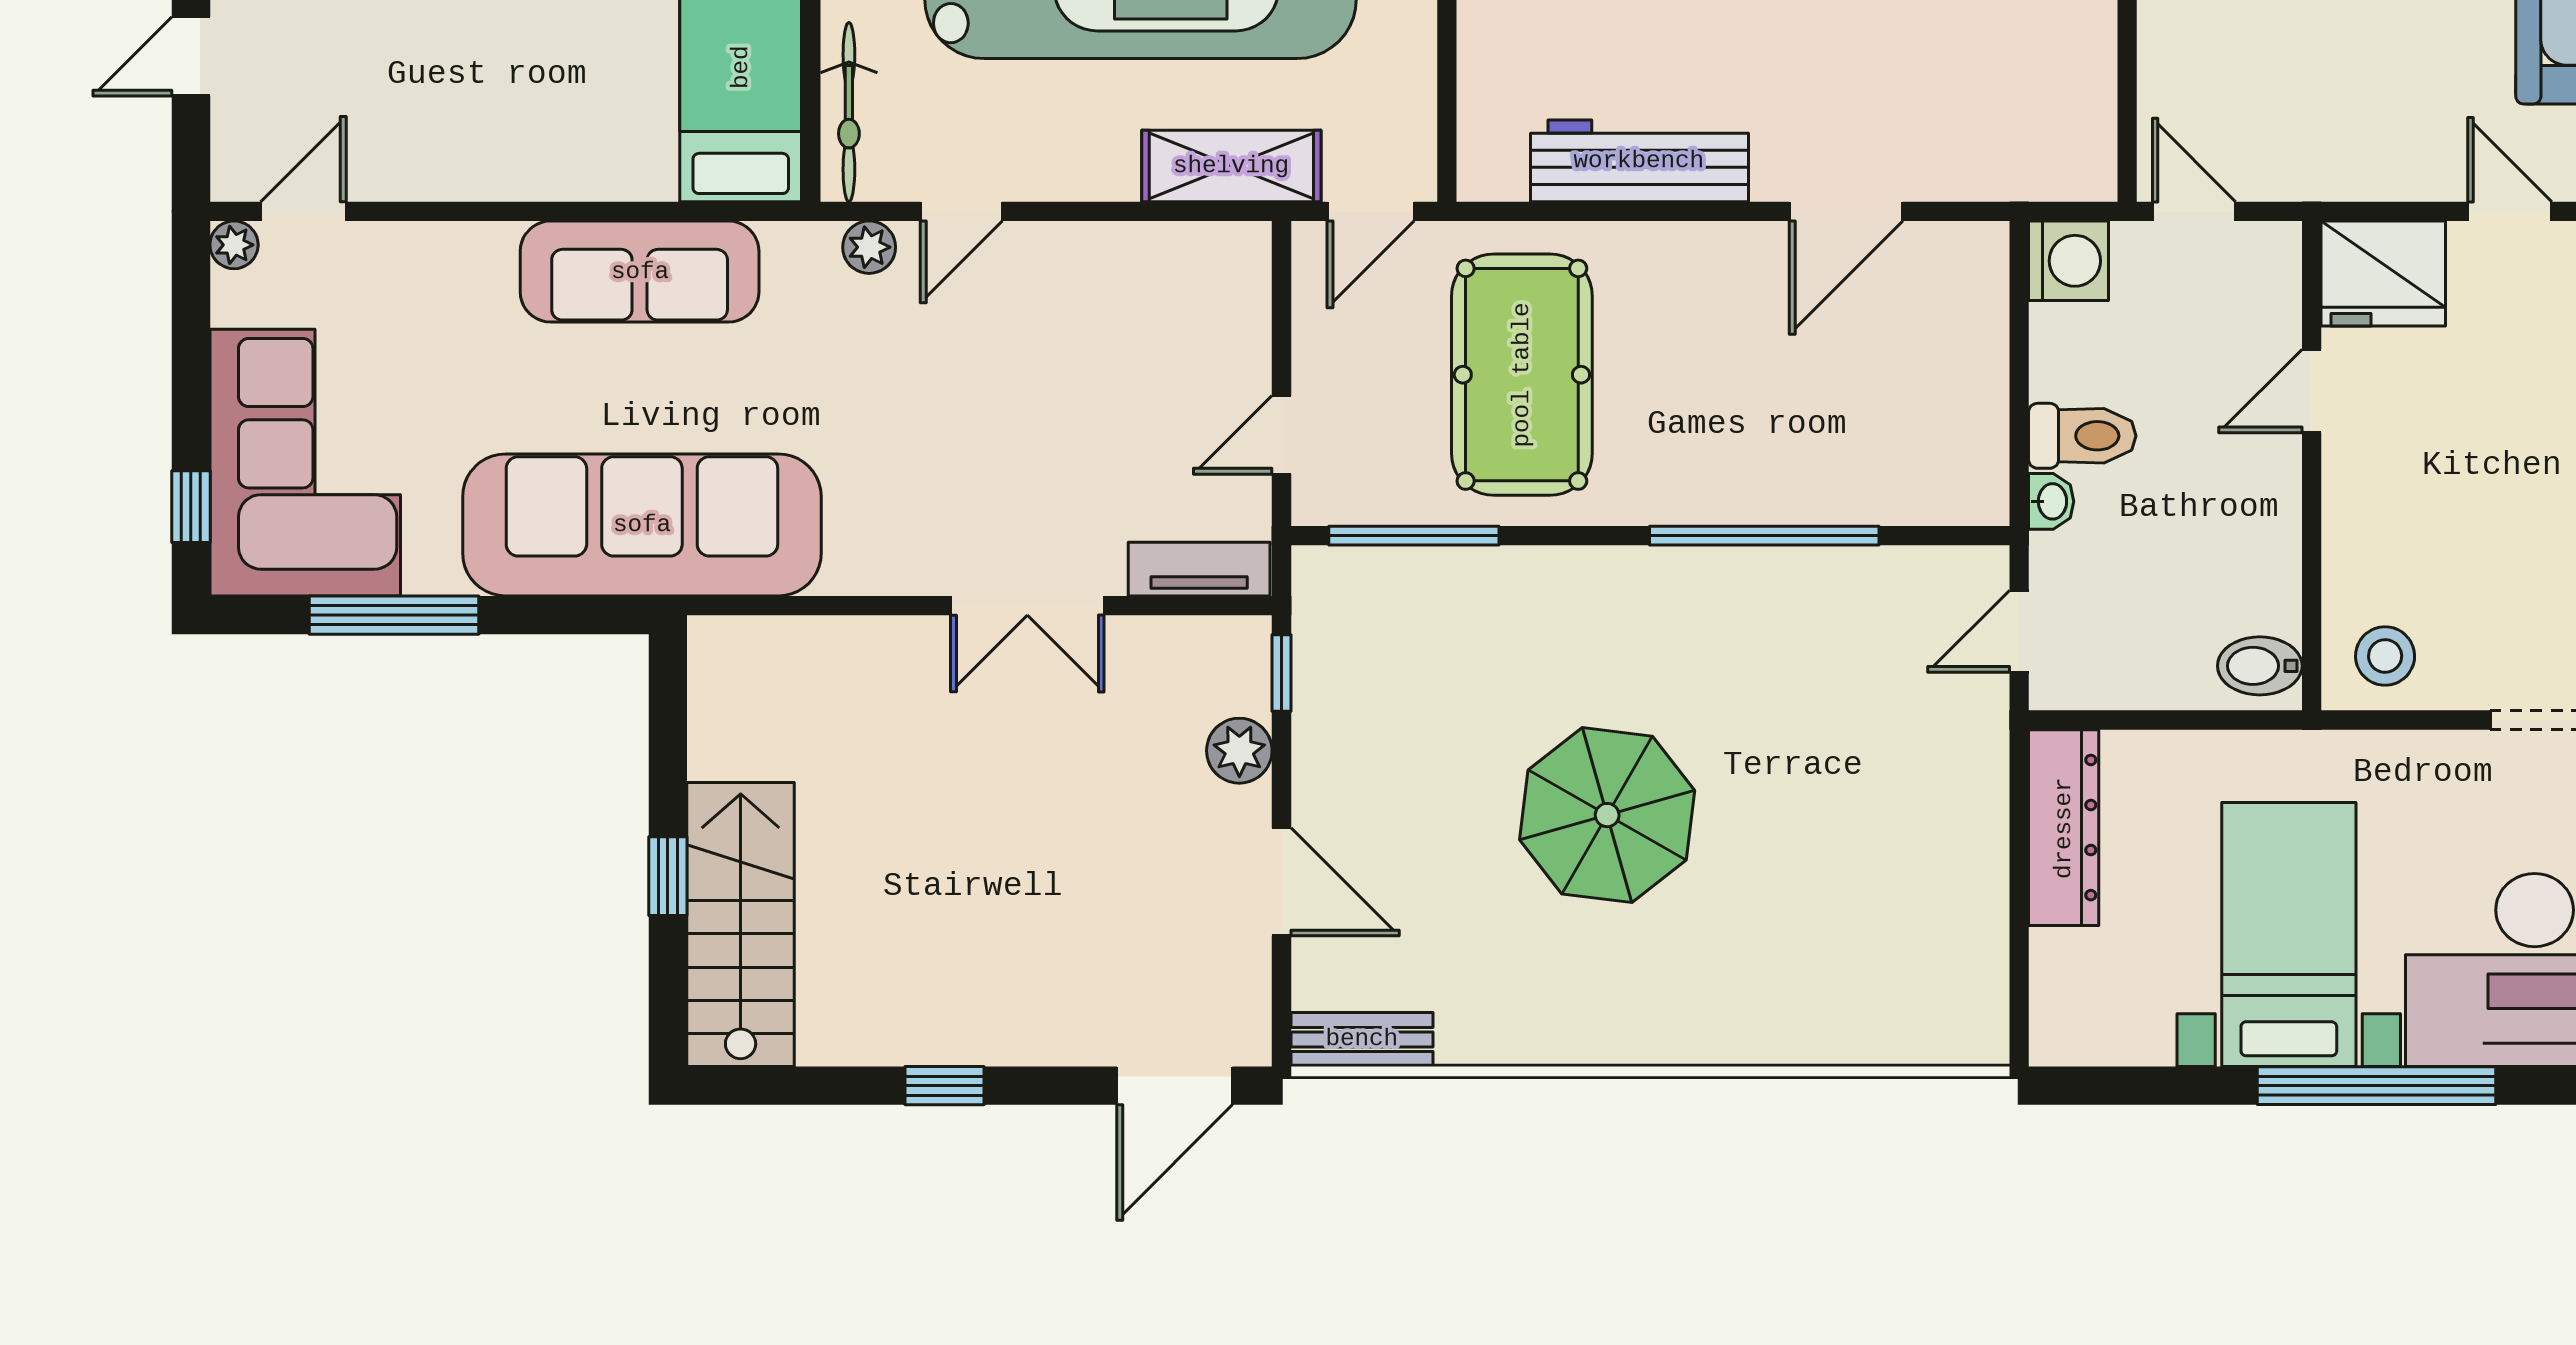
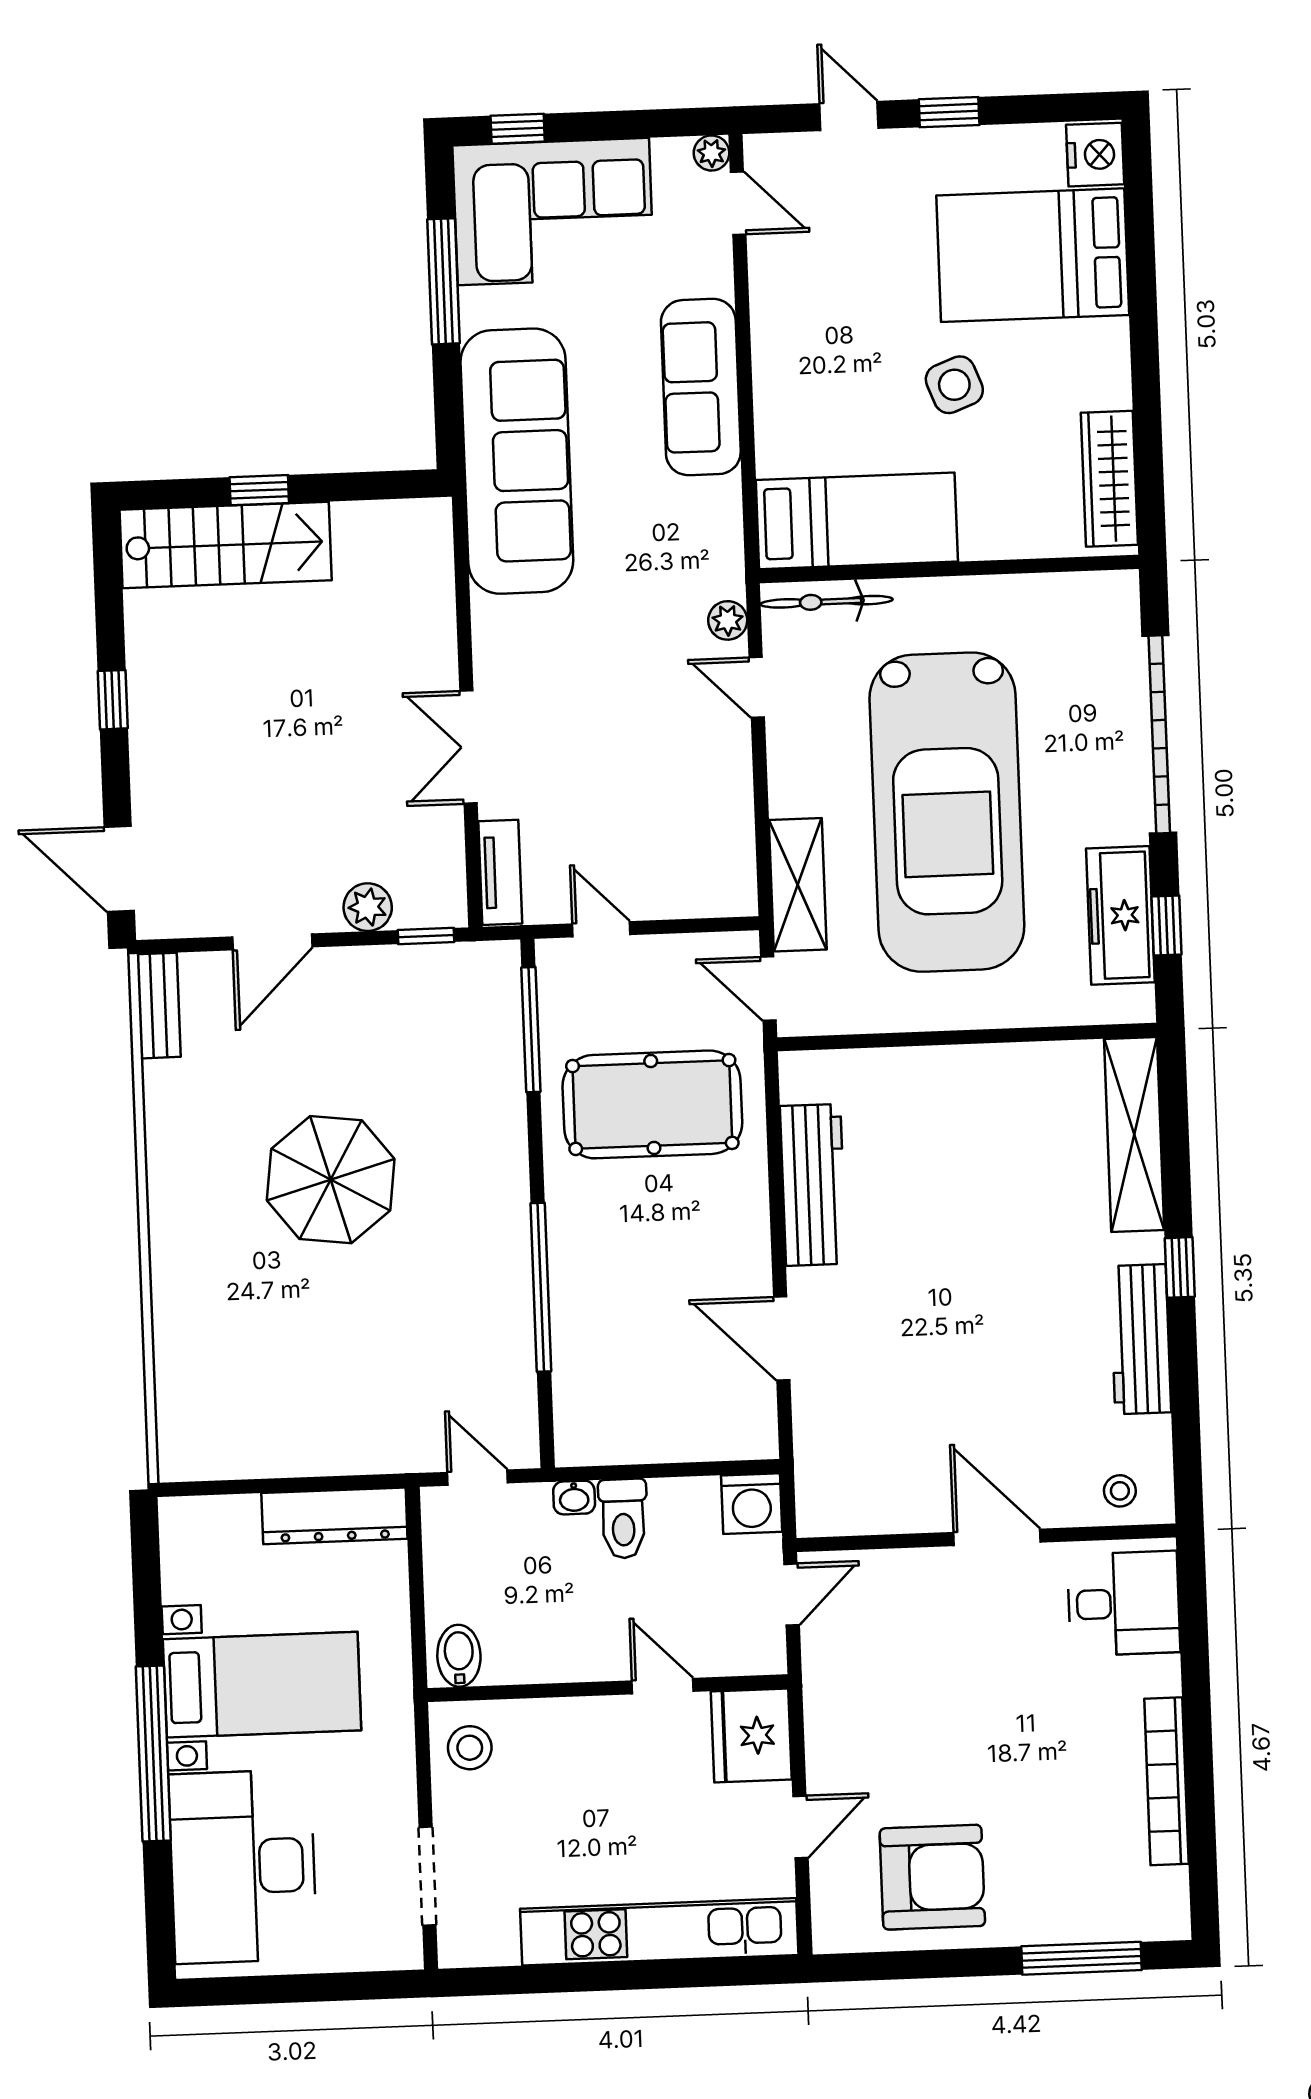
sofa: (640, 272) -> (701, 387), moved

